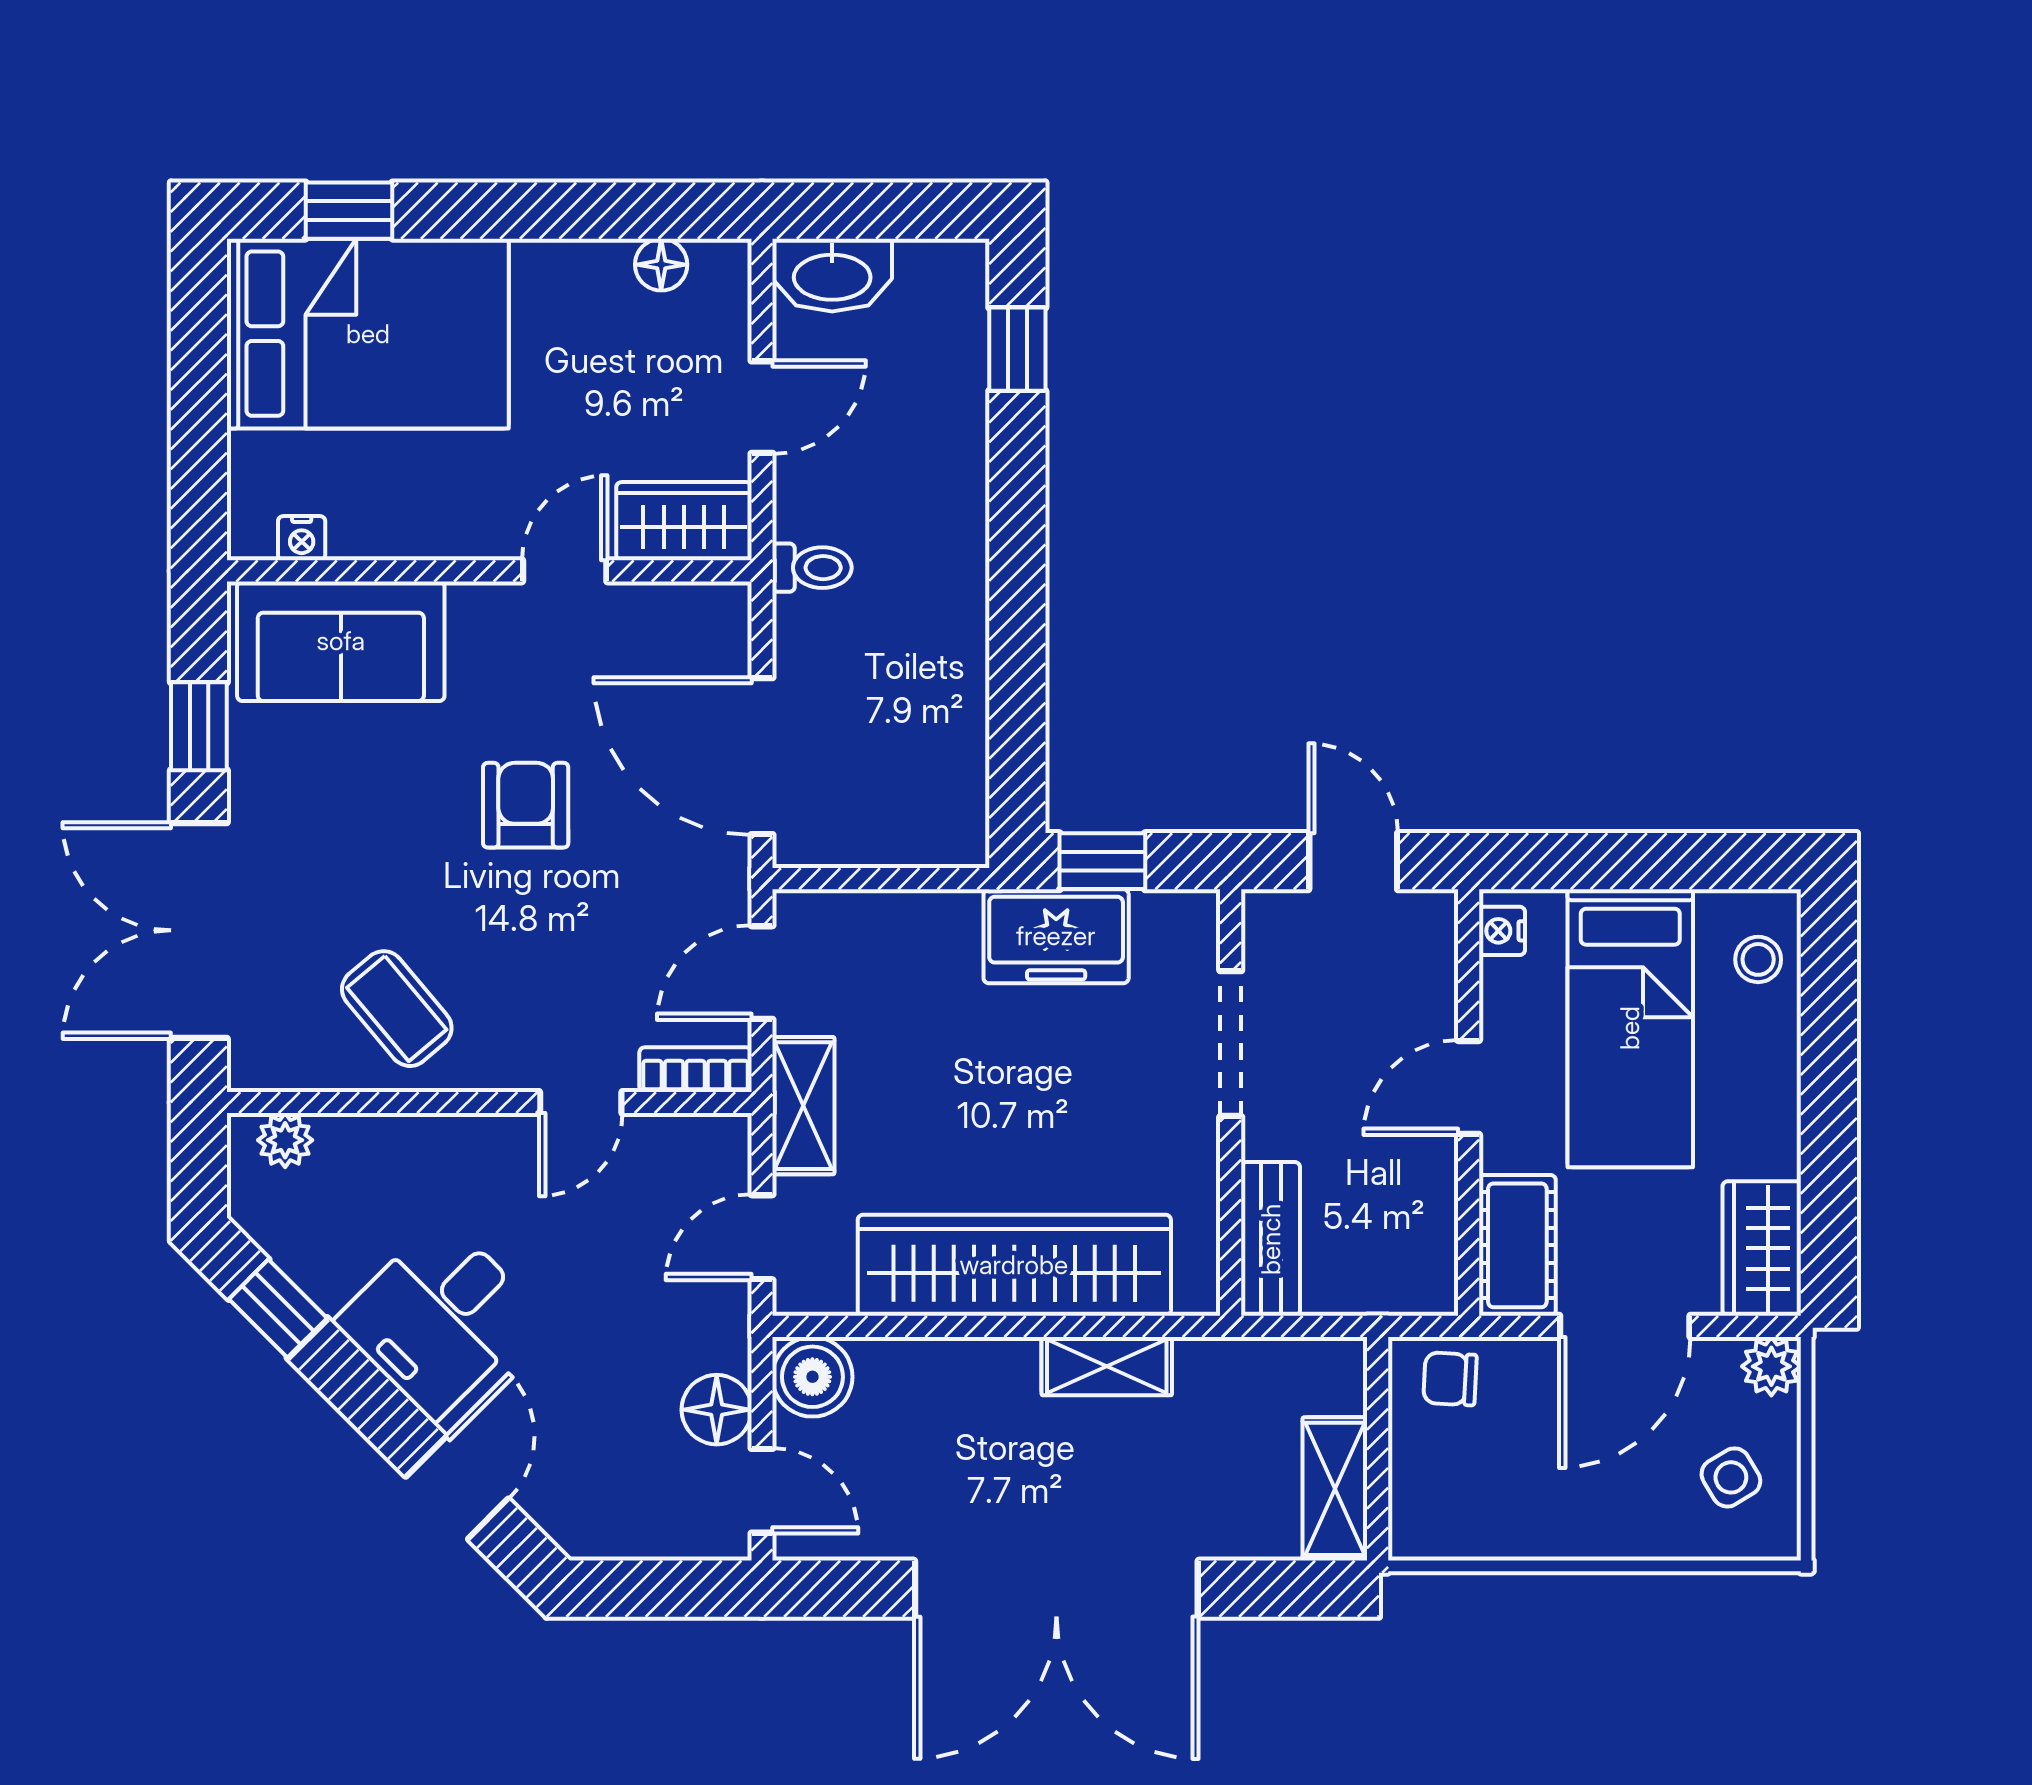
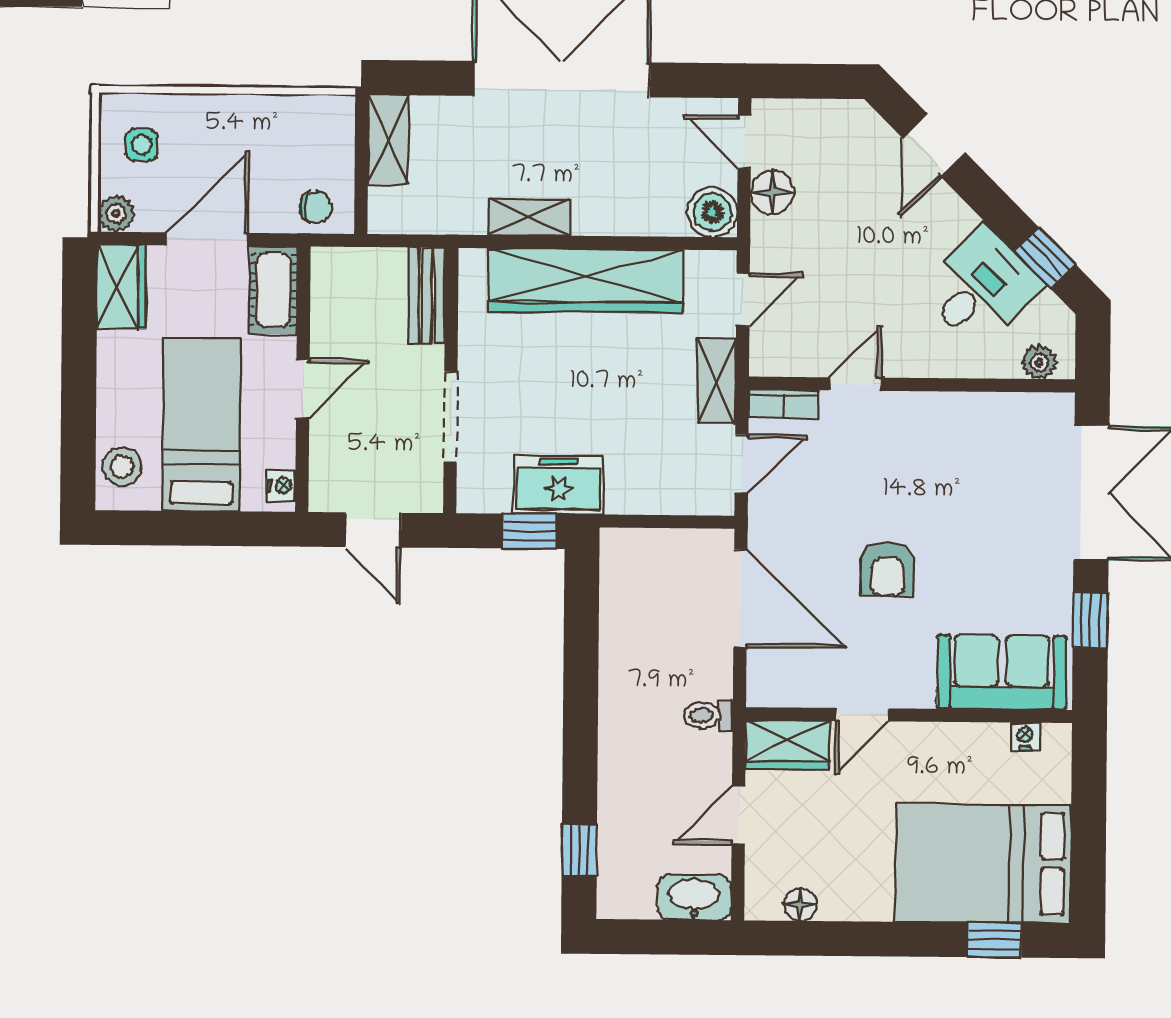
stool: (1758, 959) -> (122, 467), width x1.37, depth x1.37
coffee table: (397, 1009) -> (969, 443), removed
desk: (438, 1318) -> (981, 287), moved
side table: (1731, 1477) -> (142, 145), turned 31

